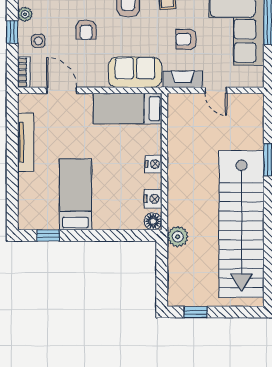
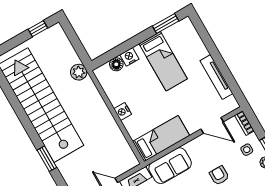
nightstand: (153, 199) -> (129, 57), moved, turned 90
floor lamp: (153, 221) -> (116, 64), moved
window: (48, 235) -> (166, 23), width x1.50

